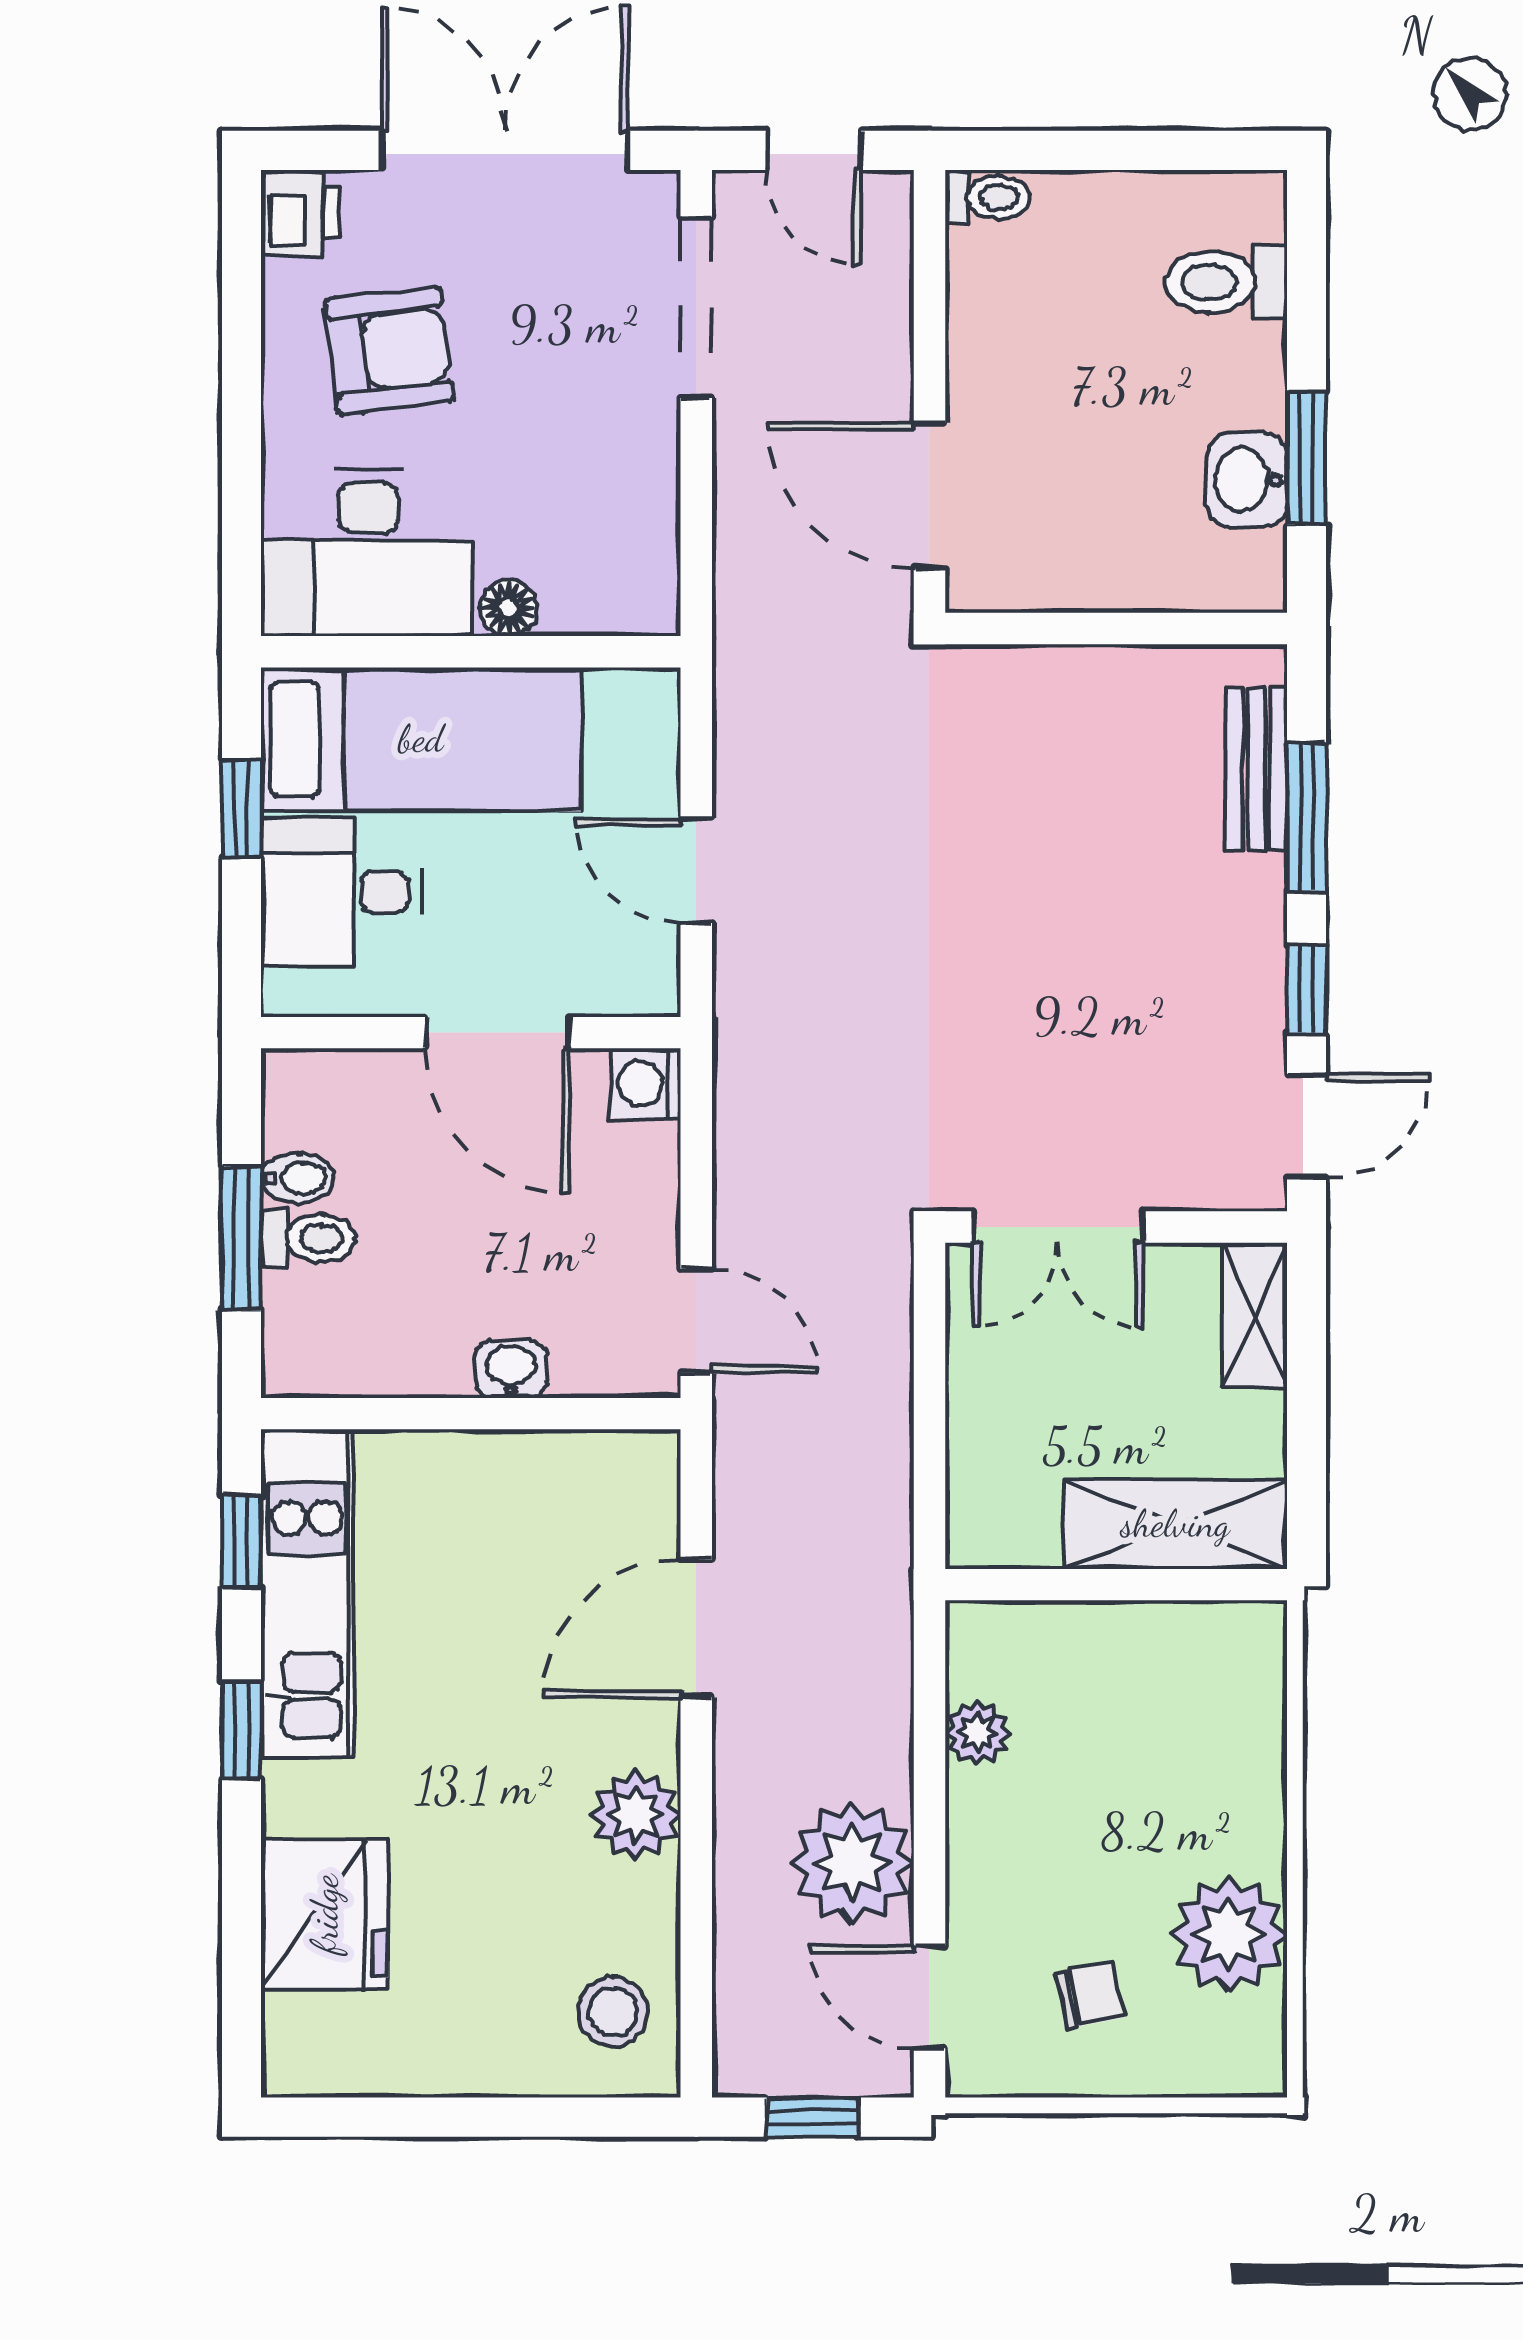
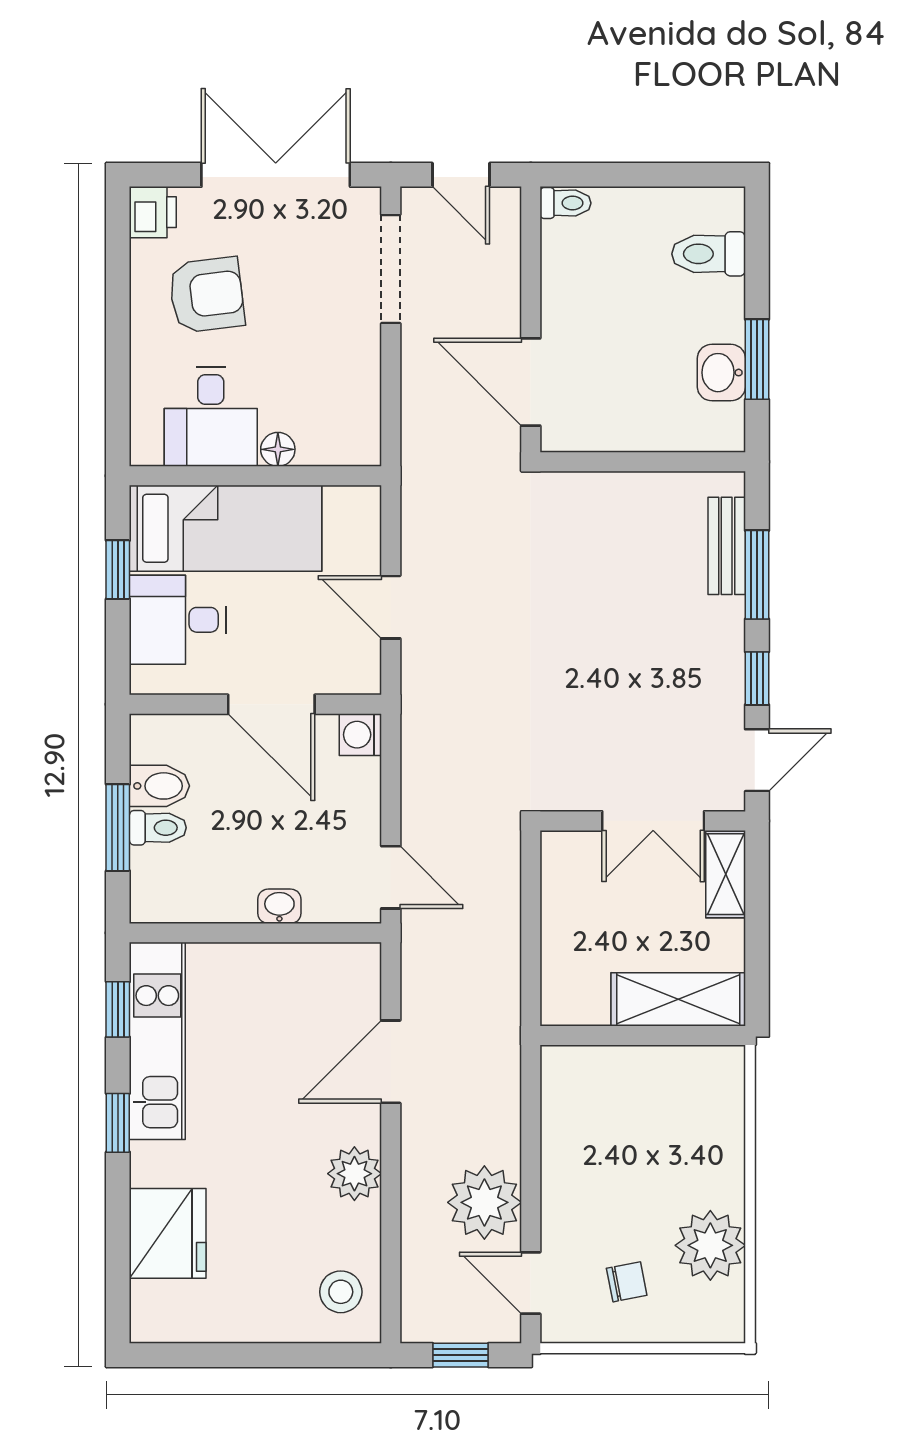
desk: (368, 553) -> (211, 416), width x0.73
bidet: (298, 1178) -> (159, 786), width x1.38, depth x1.36
double door: (1058, 1227) -> (653, 821), moved
plant: (977, 1733) -> (559, 1124), removed

